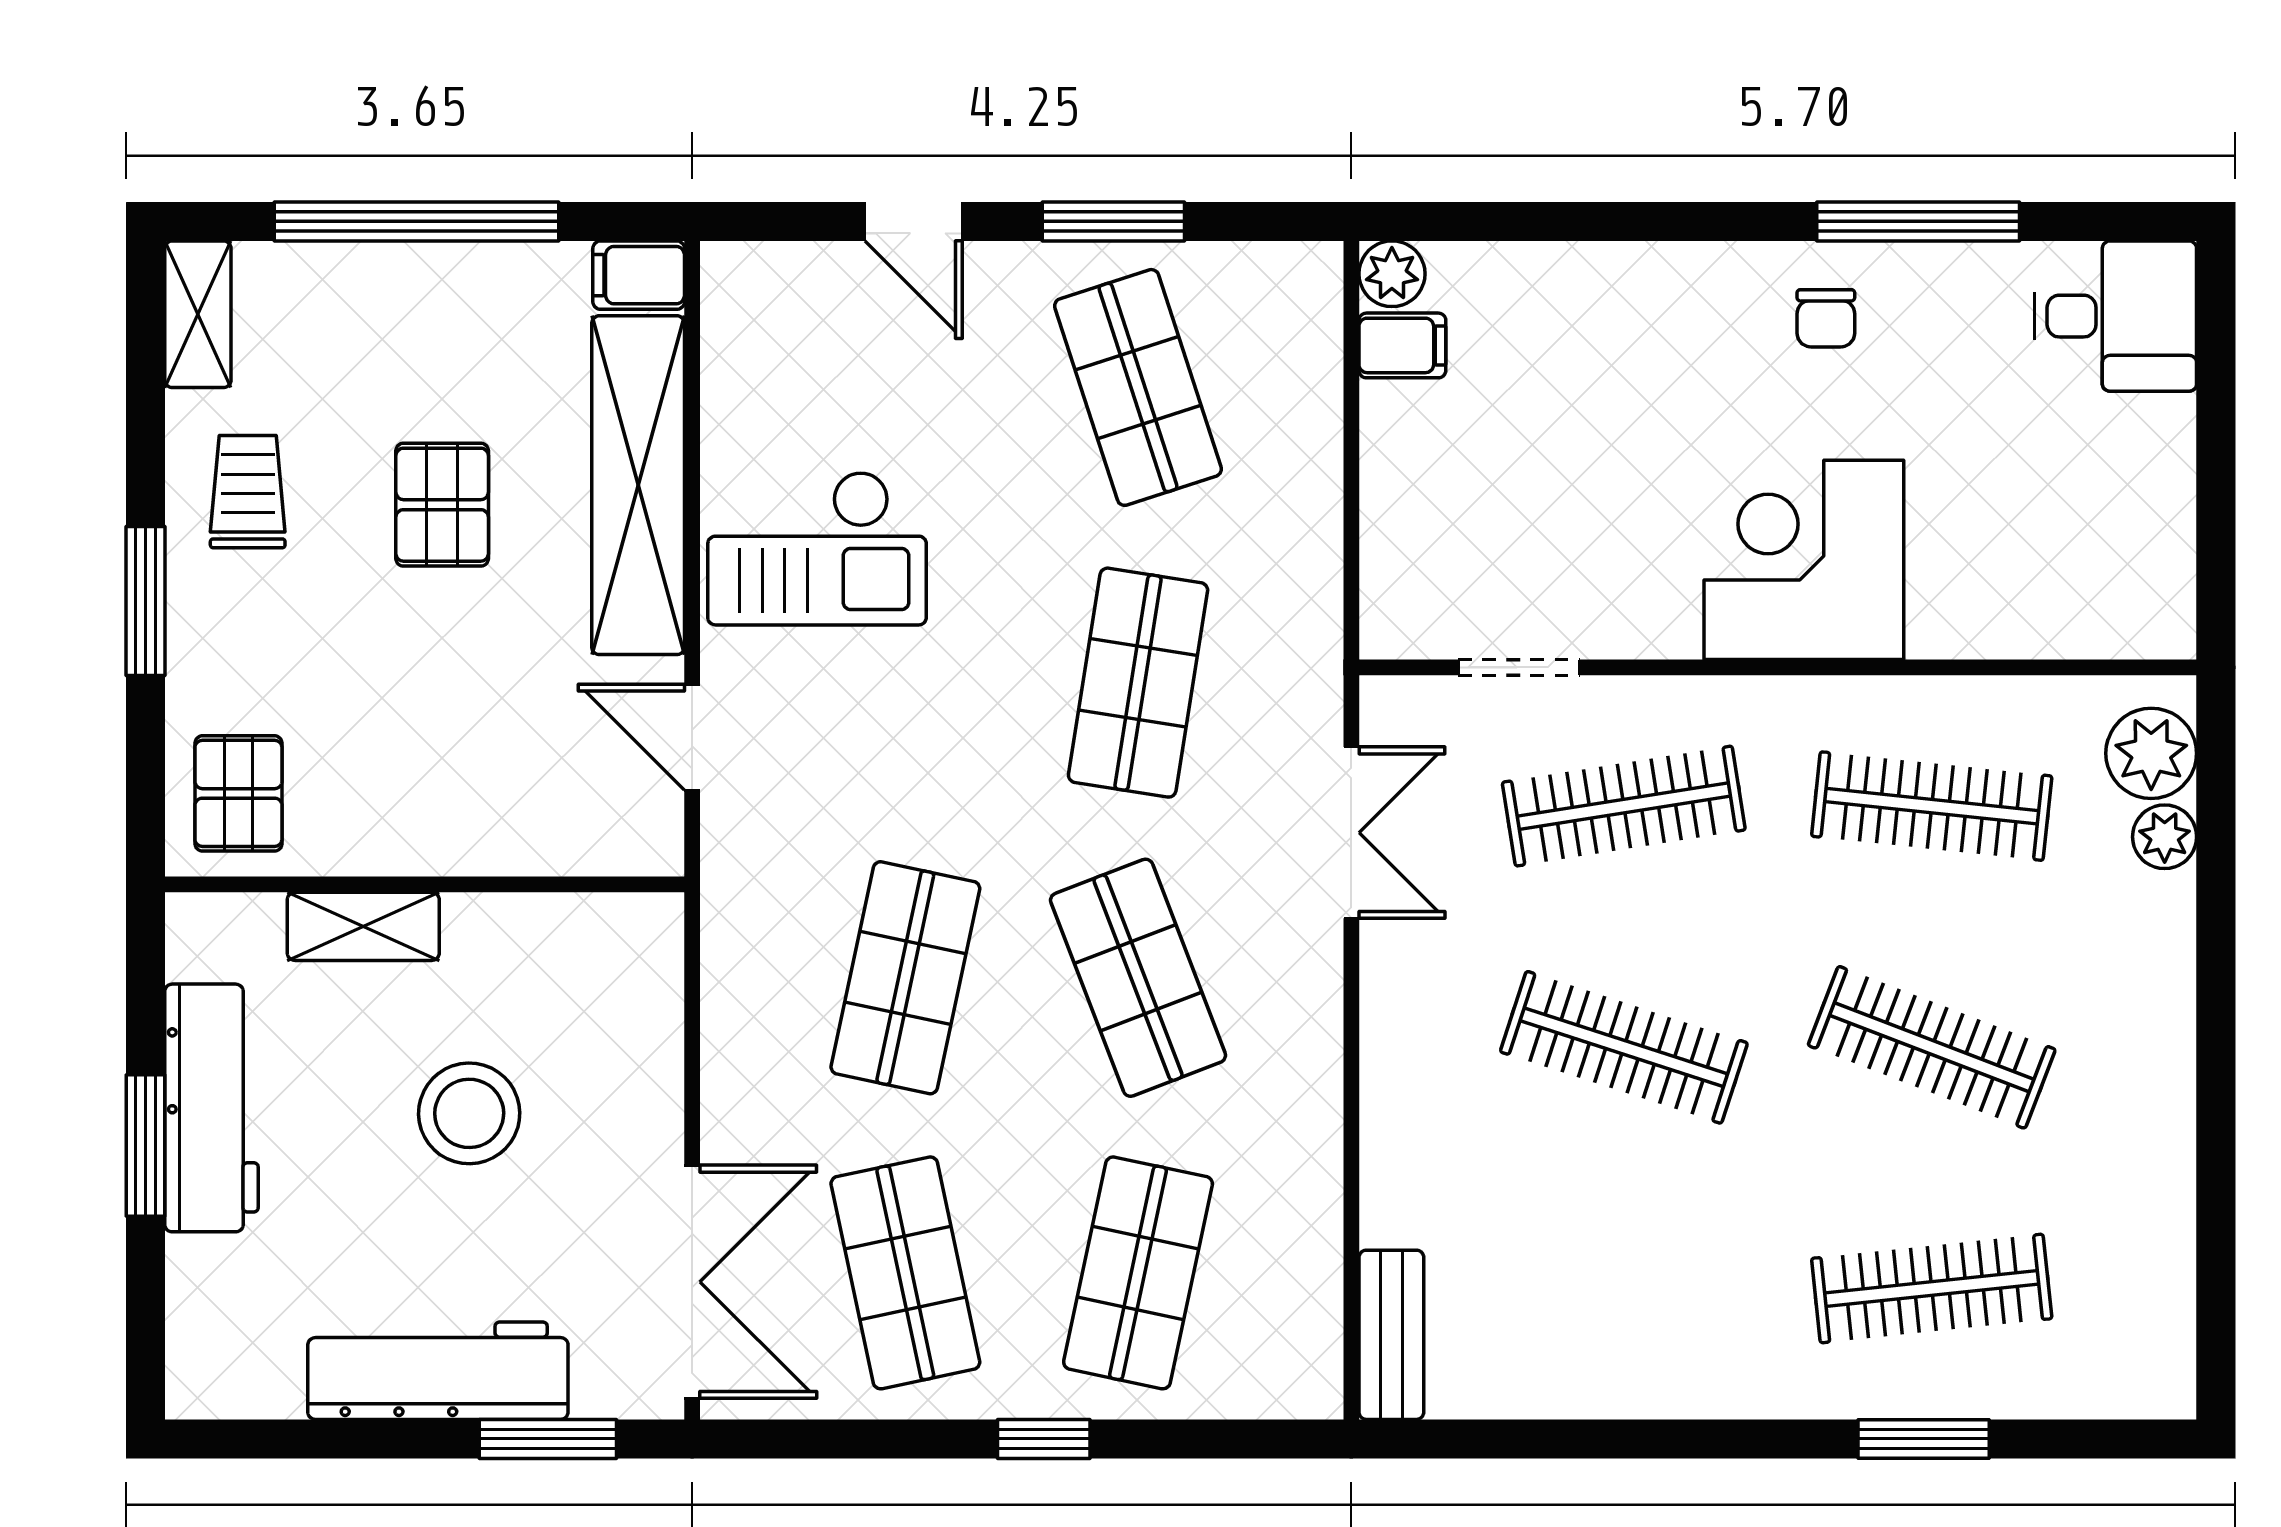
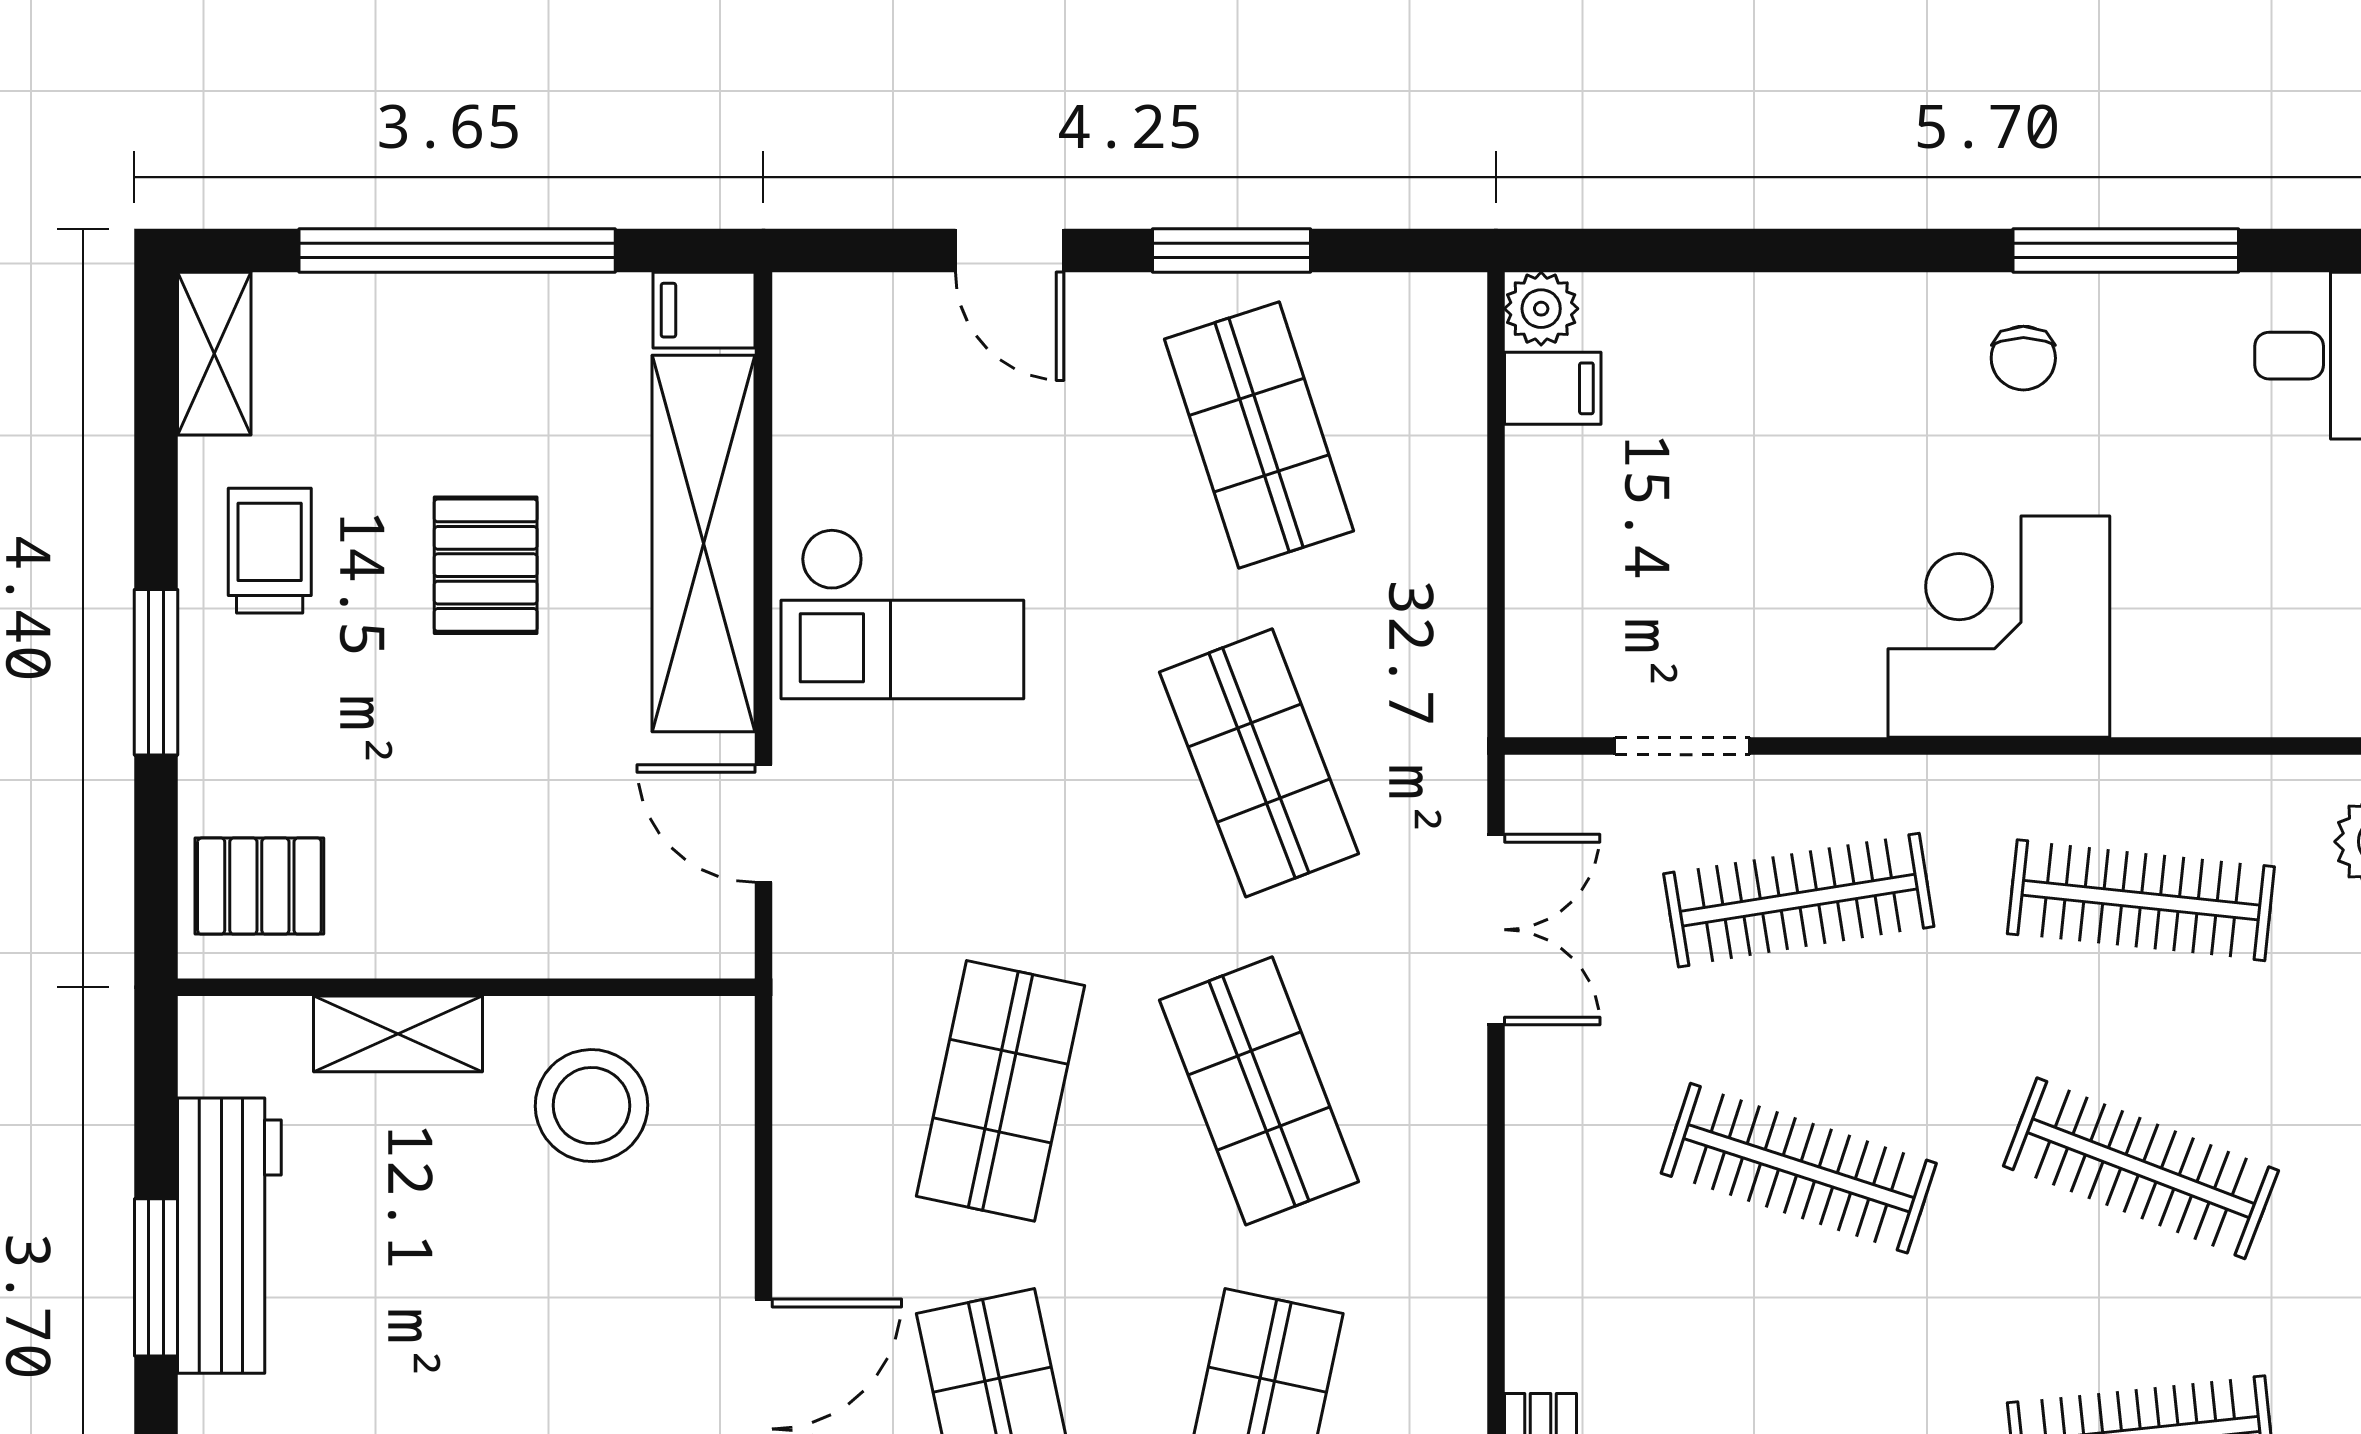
shop shelf: (1138, 683) -> (1259, 763), turned -30
pallet: (238, 793) -> (259, 886), turned 90
stool: (469, 1113) -> (591, 1106), moved

